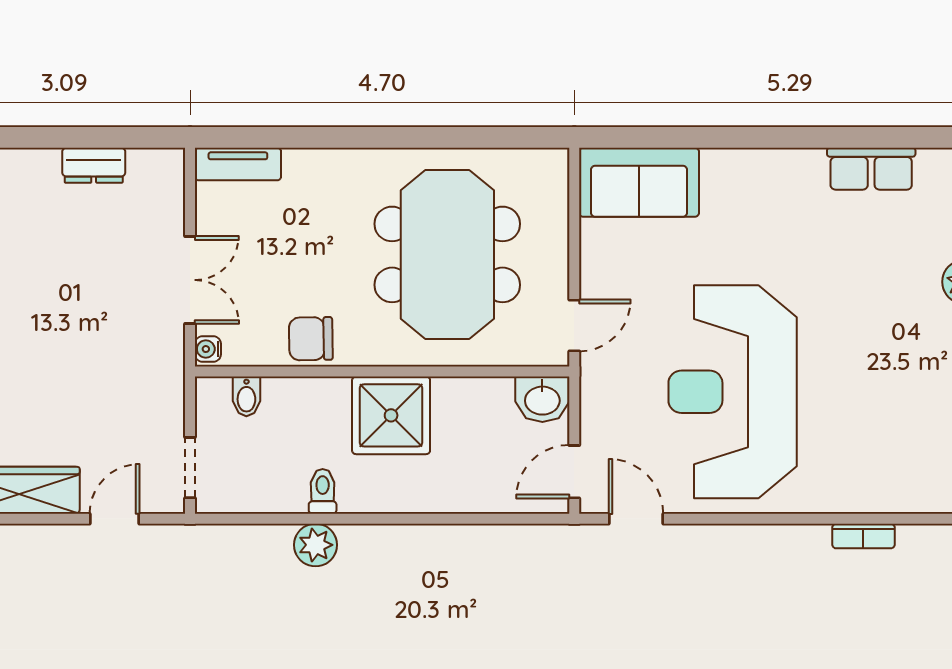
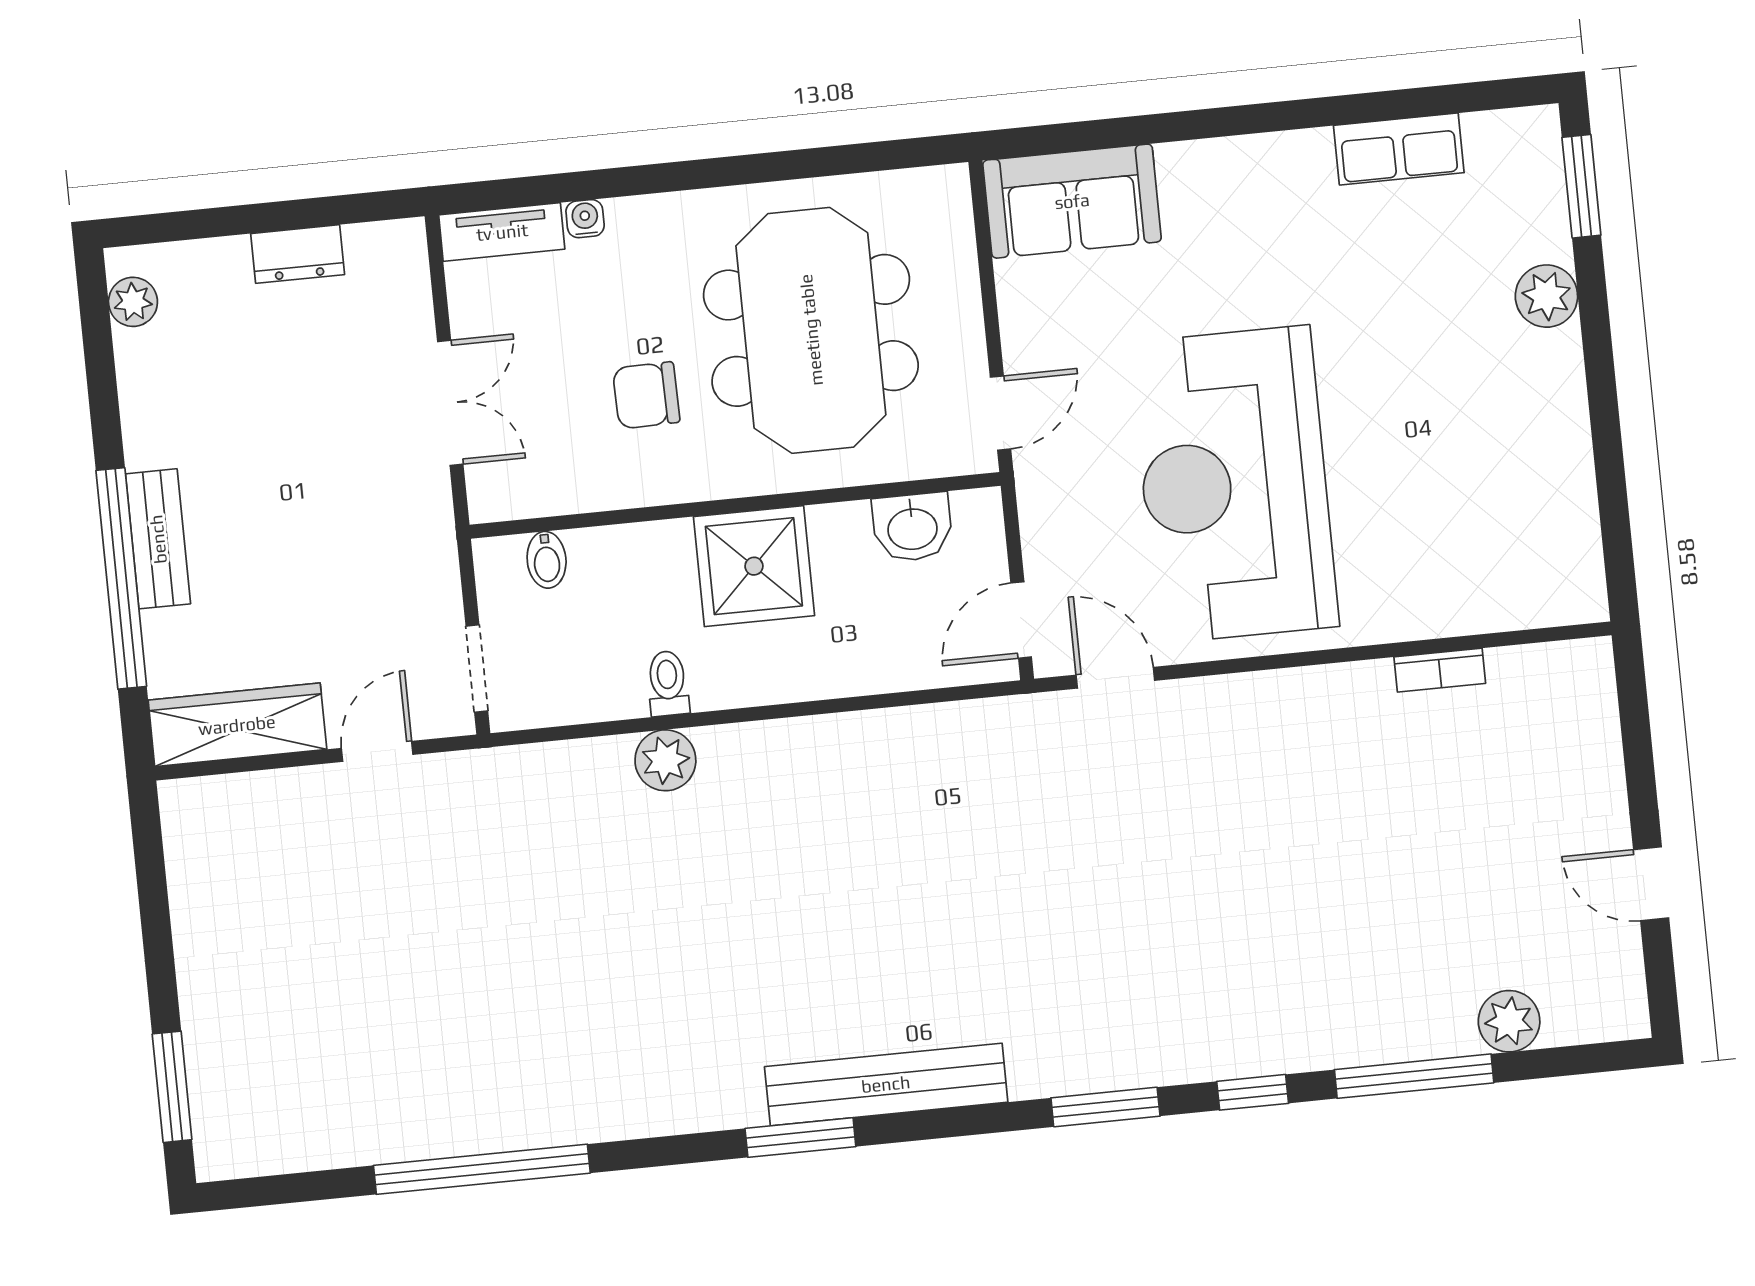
chair: (311, 339) -> (646, 395), moved
water cooler: (208, 349) -> (585, 219), moved, turned 90
washbasin: (542, 399) -> (912, 527), moved

